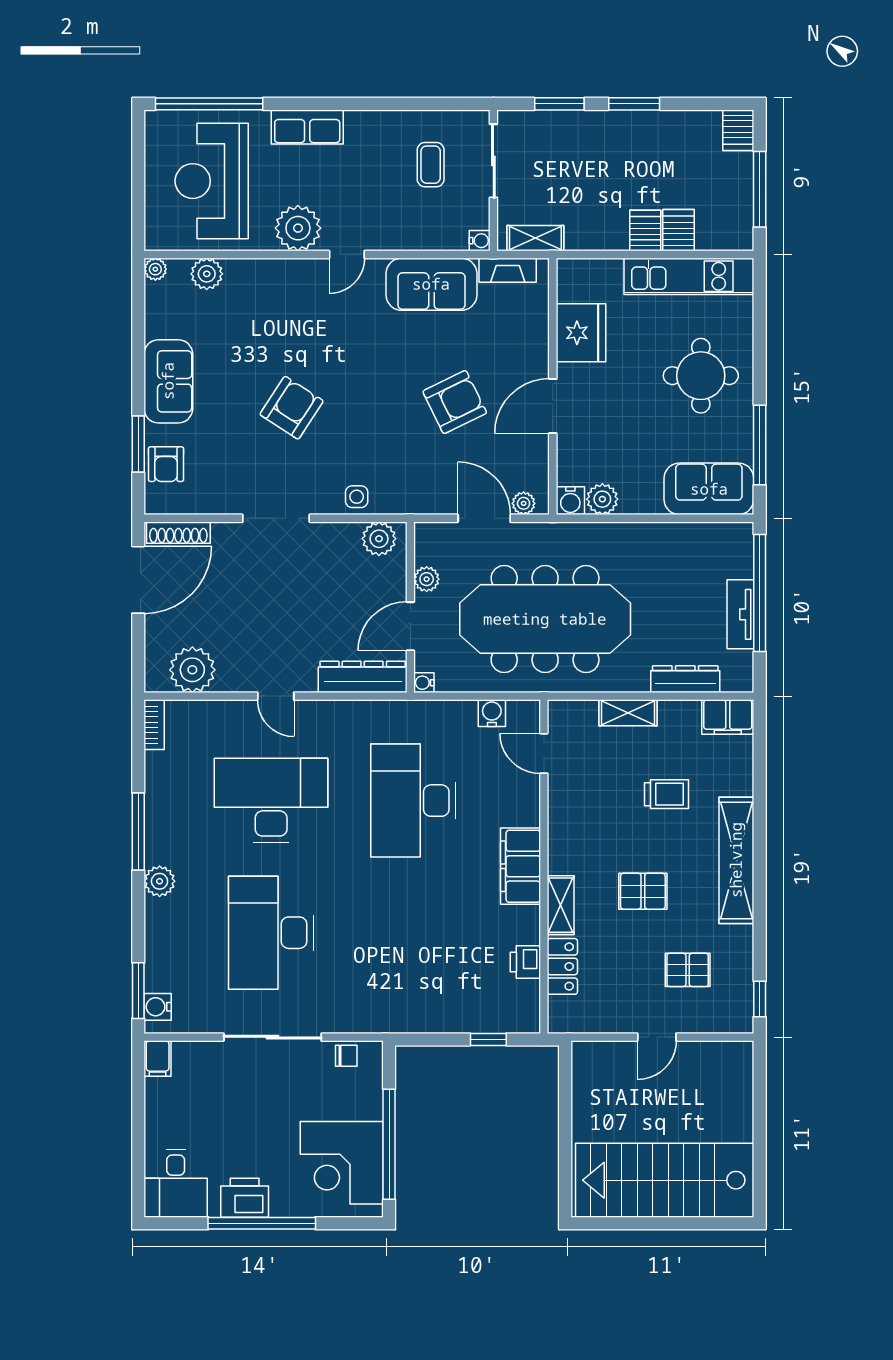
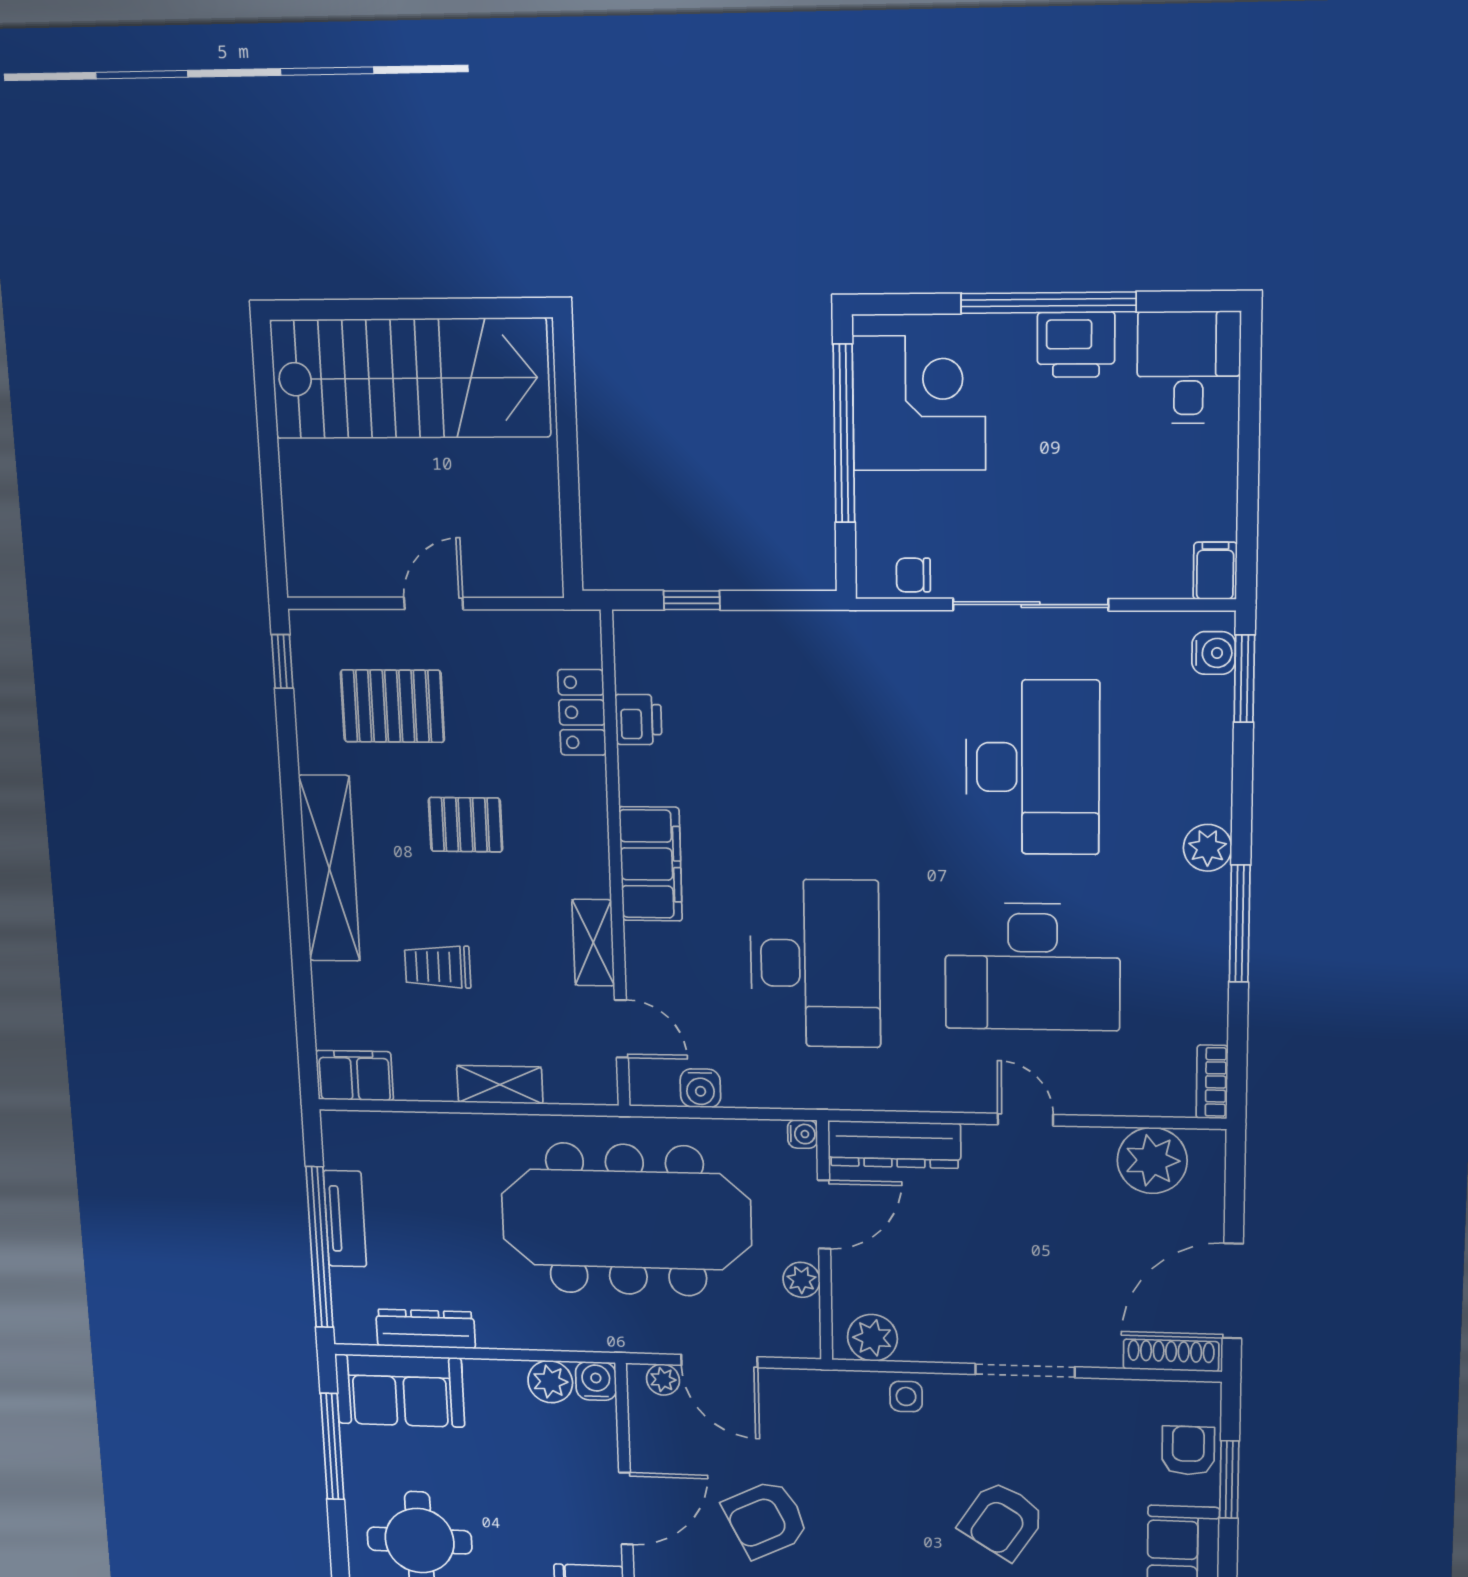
dresser: (685, 679) -> (426, 1329), moved, turned 180
shelving: (561, 905) -> (593, 943), moved
pallet: (688, 970) -> (392, 706), width x1.50, depth x1.42

